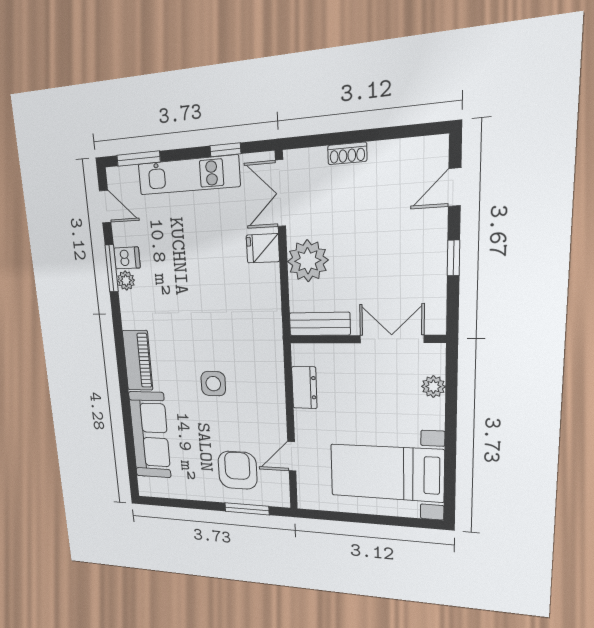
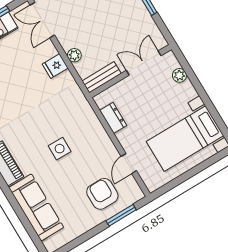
fridge: (263, 248) -> (55, 66), moved
plant: (308, 261) -> (74, 55), width x0.53, depth x0.53

